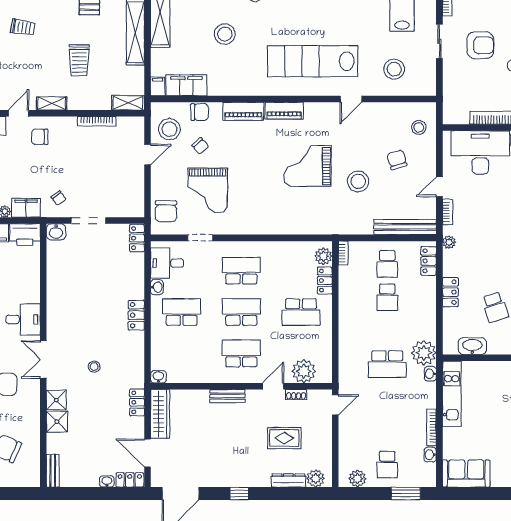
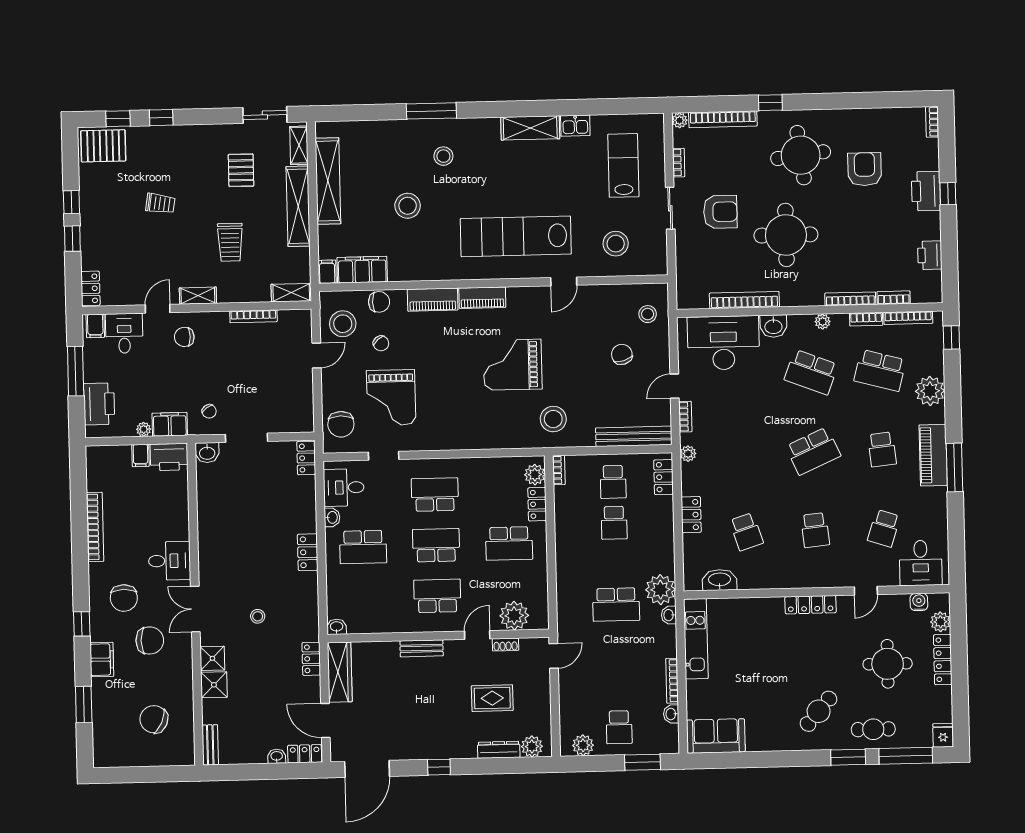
stool: (358, 181) -> (553, 419), moved
school desk: (182, 312) -> (363, 547), turned 180

